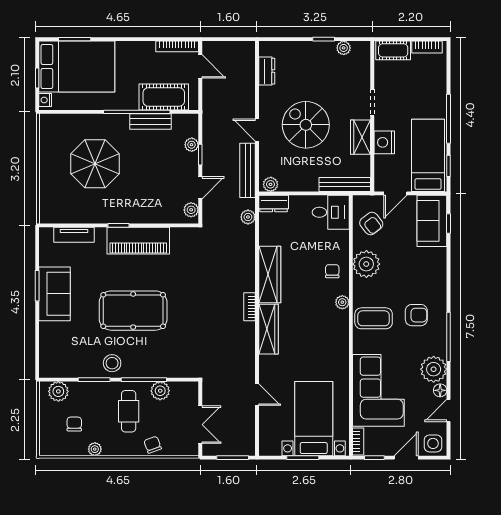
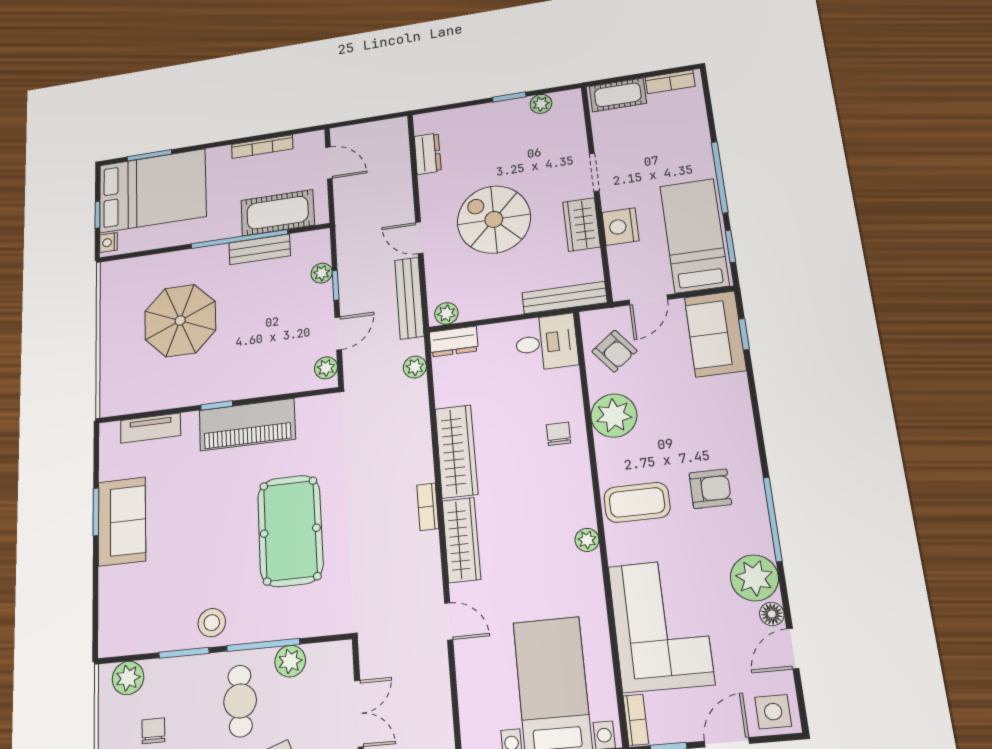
bookcase: (177, 46) -> (262, 147), moved
plant: (342, 302) -> (587, 540), moved
pool table: (133, 311) -> (290, 531), moved, turned 90
door: (257, 395) -> (449, 621), moved

